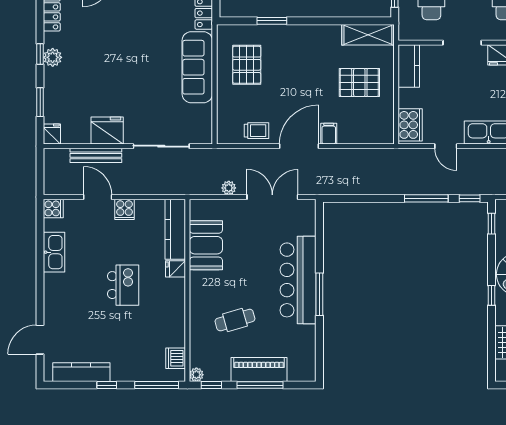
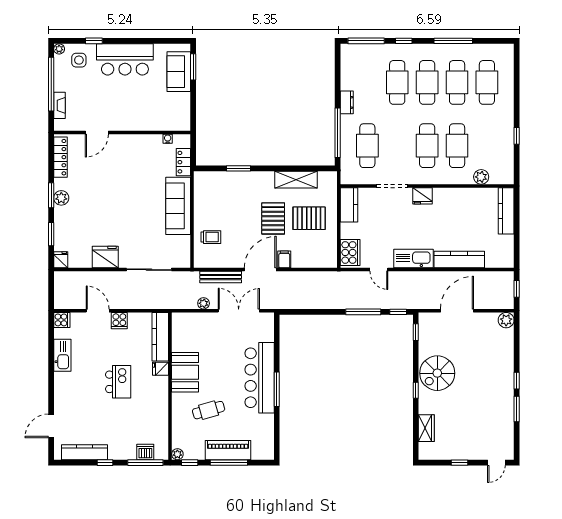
shelving: (368, 35) -> (296, 180), moved
window: (40, 54) -> (51, 195), width x1.50
pallet: (247, 65) -> (273, 218), moved
trolley: (256, 131) -> (211, 237), moved
bench: (96, 155) -> (221, 277), moved
booth: (206, 245) -> (185, 372), moved
dishwasher: (176, 358) -> (145, 452), moved, turned 90

